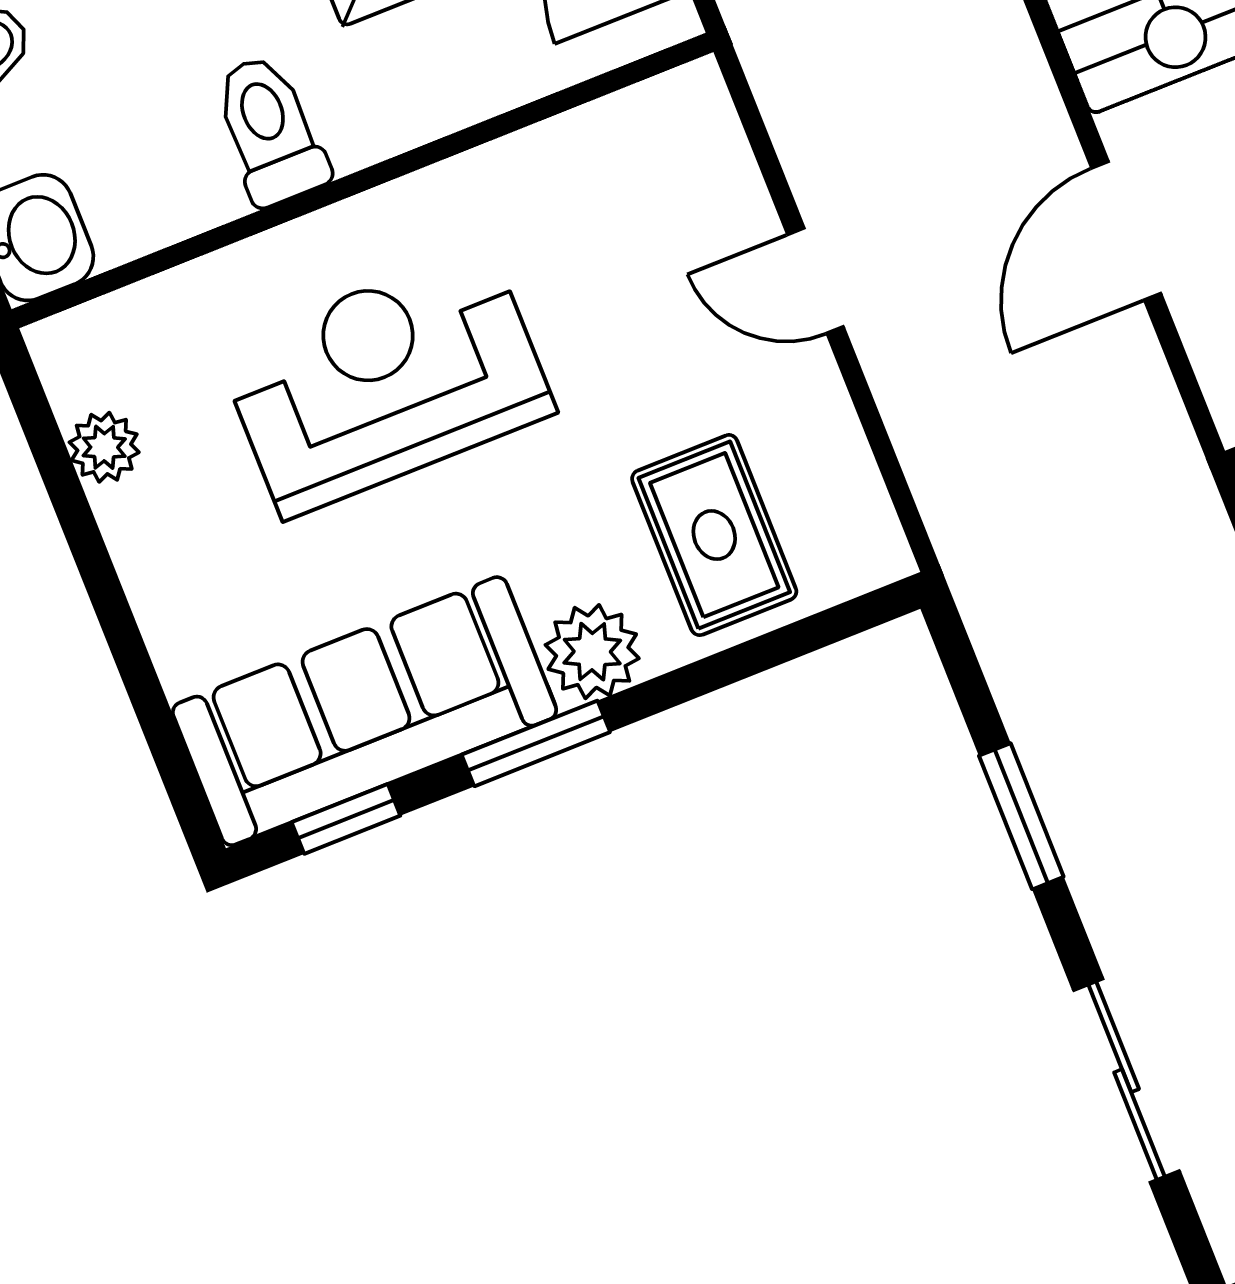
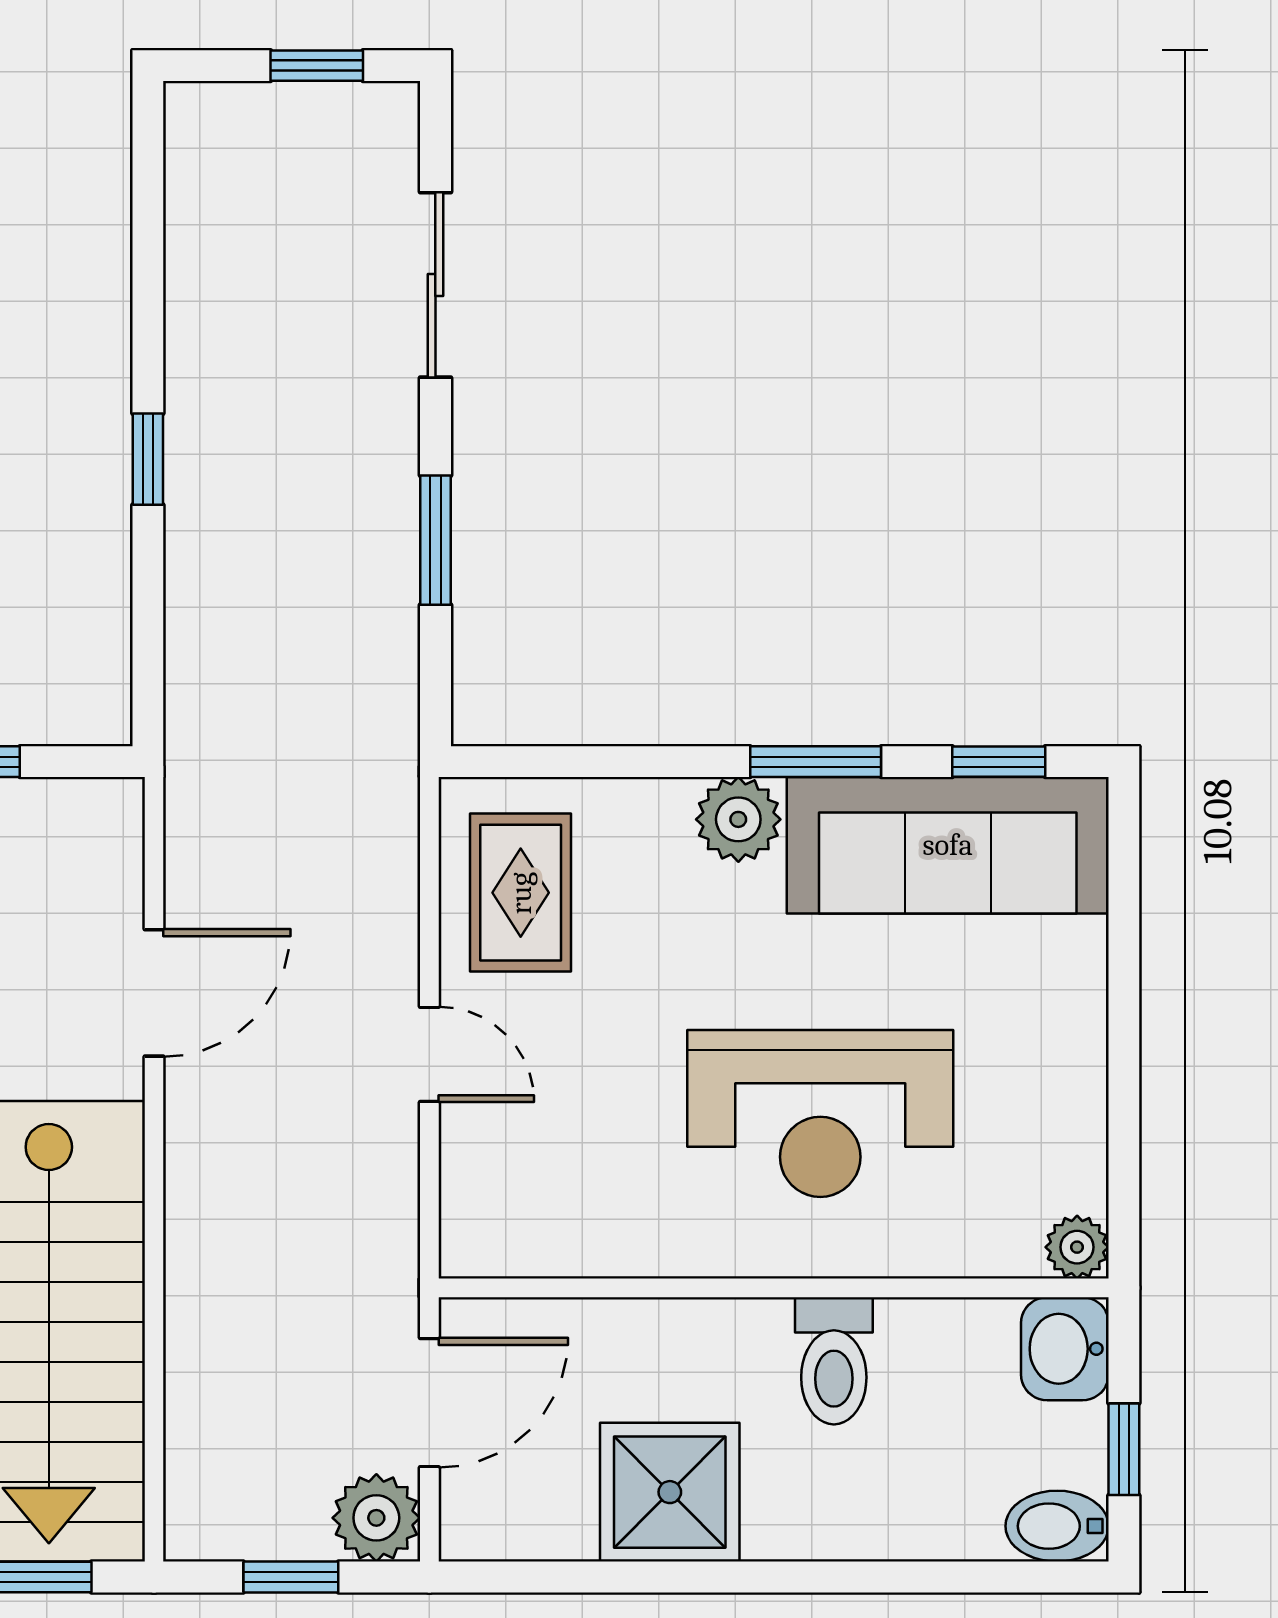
plant: (104, 447) -> (1077, 1247), moved
rug: (714, 535) -> (521, 893), moved

